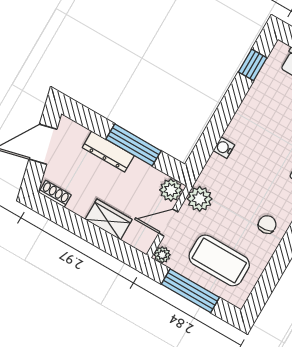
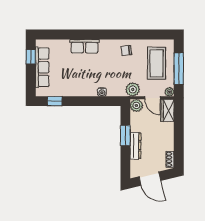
window: (134, 145) -> (125, 136), width x0.69
wardrobe: (109, 219) -> (167, 110), moved

